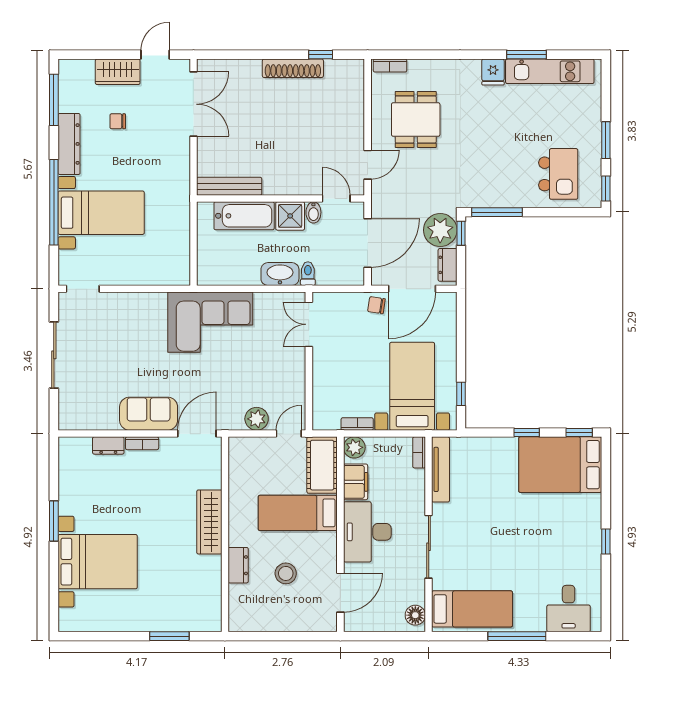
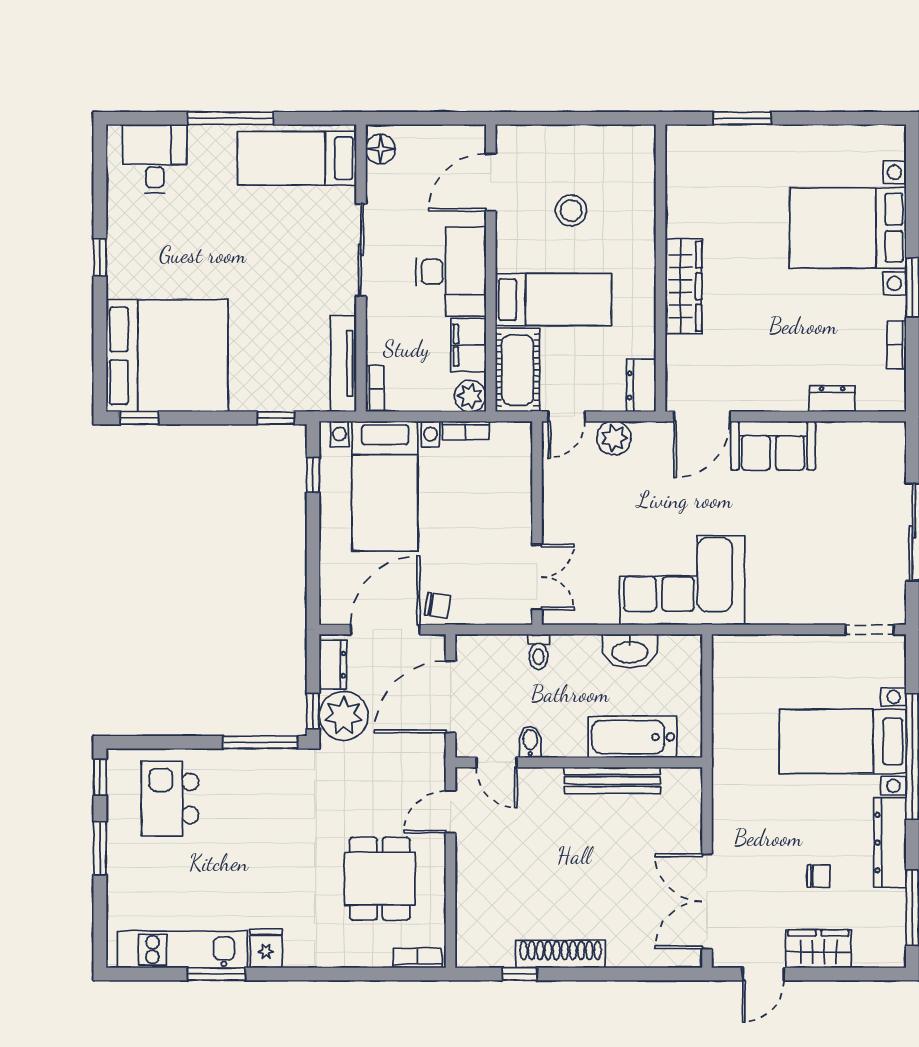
bench: (229, 186) -> (612, 780), moved
shower: (290, 216) -> (565, 737), removed
washbasin: (280, 274) -> (630, 651), moved
window: (527, 432) -> (276, 418), moved
bookcase: (142, 443) -> (896, 345), moved, turned -90
bed: (560, 465) -> (167, 356), width x1.36
dresser: (238, 565) -> (641, 385), moved

